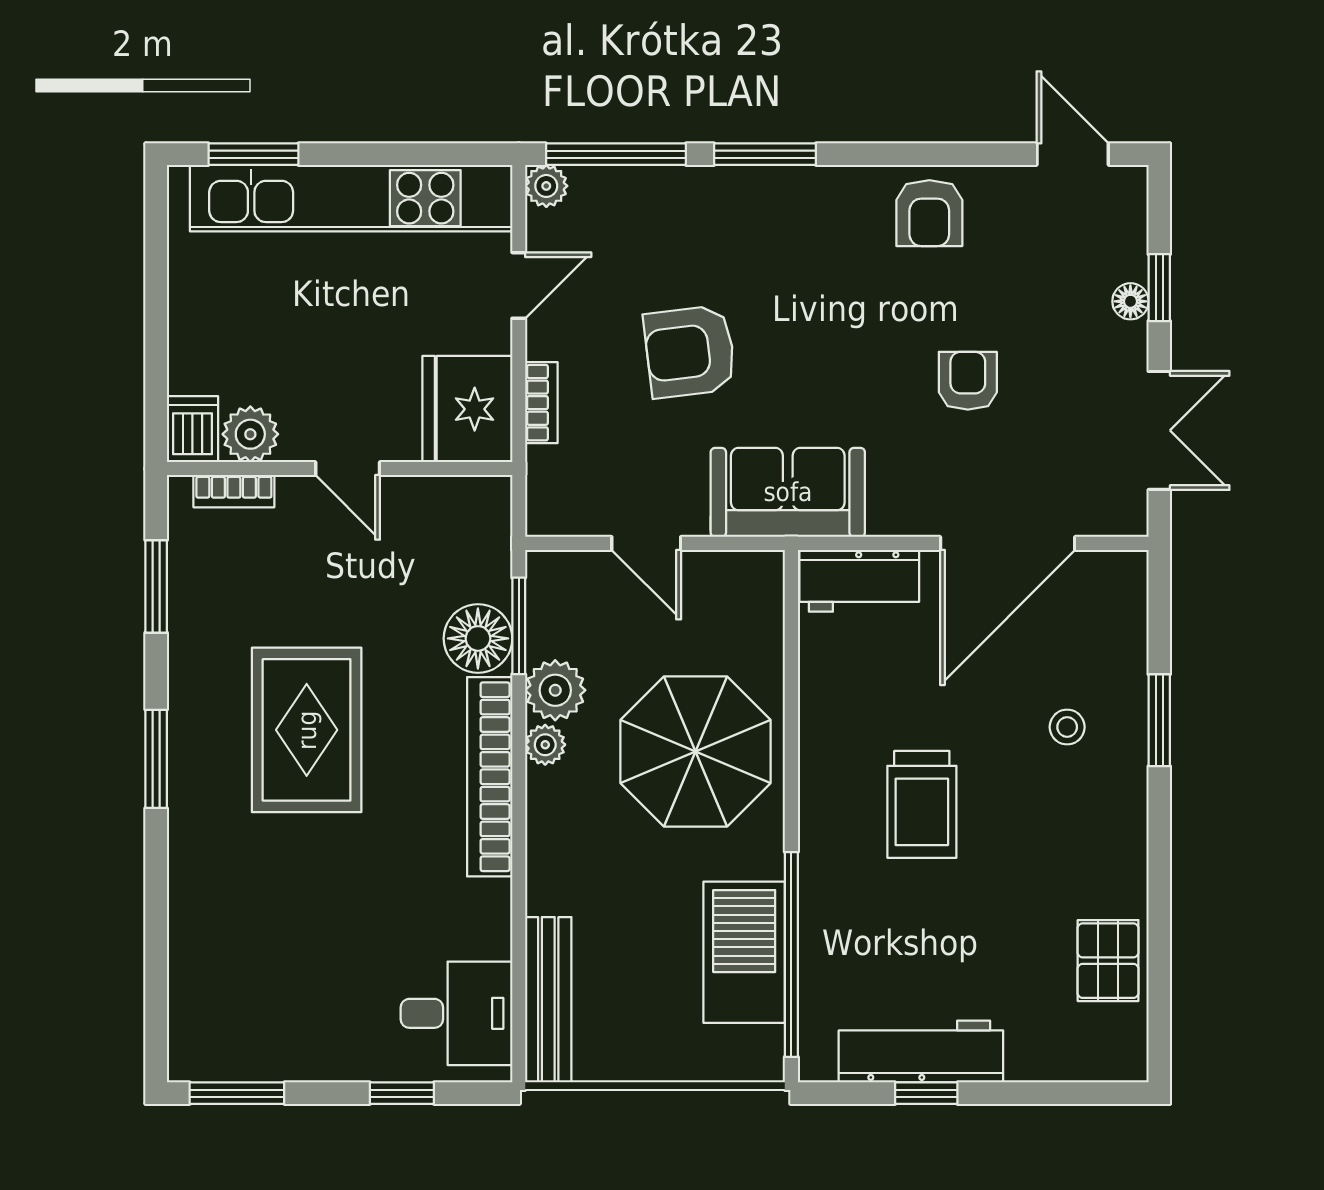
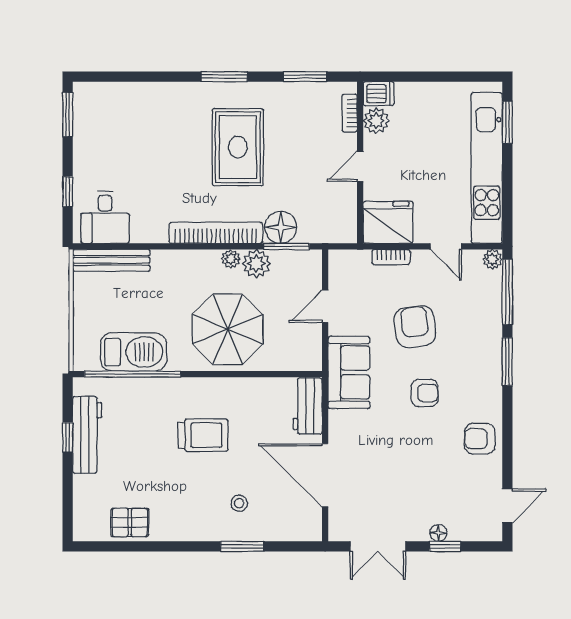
armchair: (968, 381) -> (424, 393), moved
rug: (307, 730) -> (238, 147), turned 90
trolley: (922, 804) -> (203, 435), turned 180

